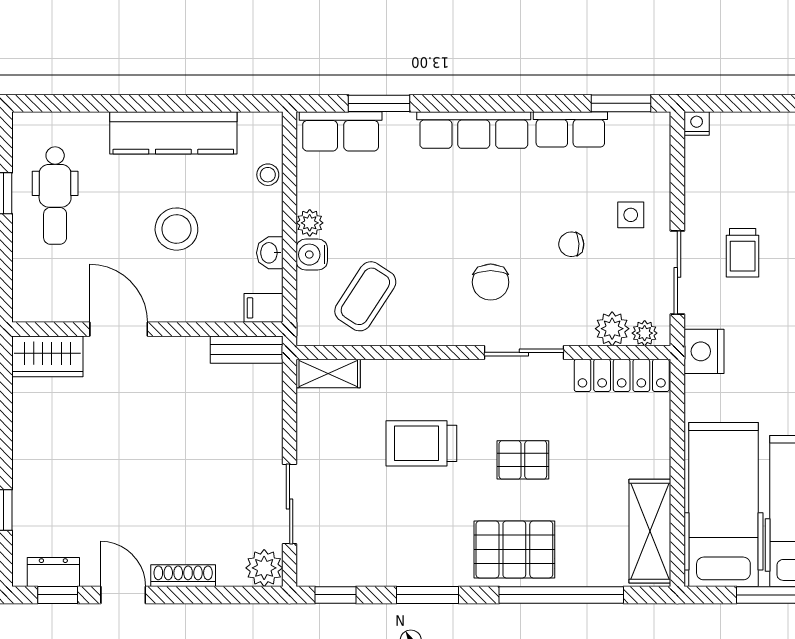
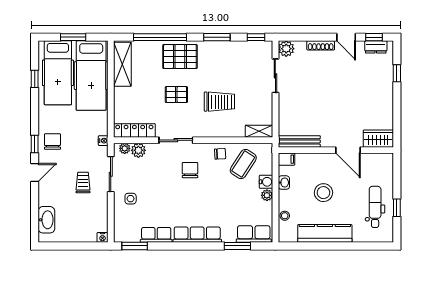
chair: (571, 244) -> (220, 154), moved
bench: (247, 350) -> (299, 141), width x1.36
nightstand: (704, 351) -> (103, 141), width x0.53, depth x0.56

